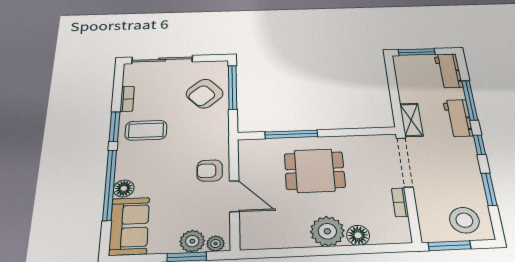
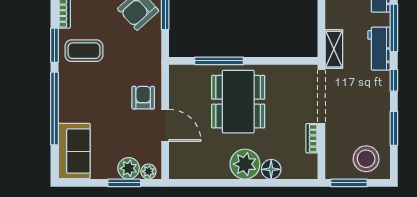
armchair: (210, 171) -> (143, 98), turned 90
dining table: (315, 171) -> (238, 102), width x1.37
floor lamp: (124, 188) -> (67, 113), removed

